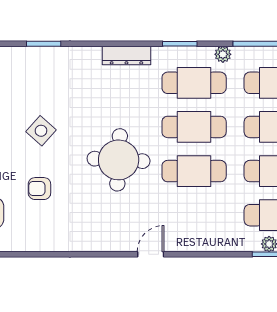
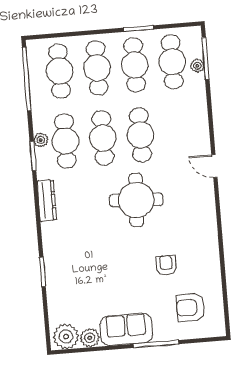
plant: (223, 54) -> (41, 140), moved
side table: (41, 131) -> (117, 268), removed
armchair: (39, 189) -> (166, 265), turned 180

